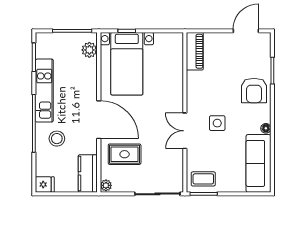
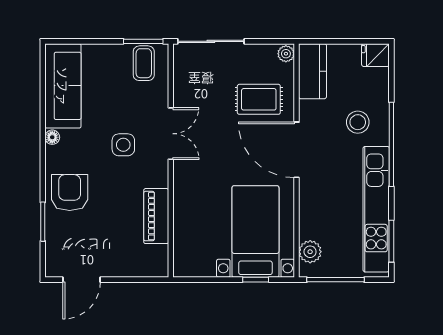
piano: (195, 51) -> (156, 216), moved
kitchen unit: (44, 91) -> (376, 209), width x1.36
coffee table: (203, 179) -> (144, 63), turned 90

